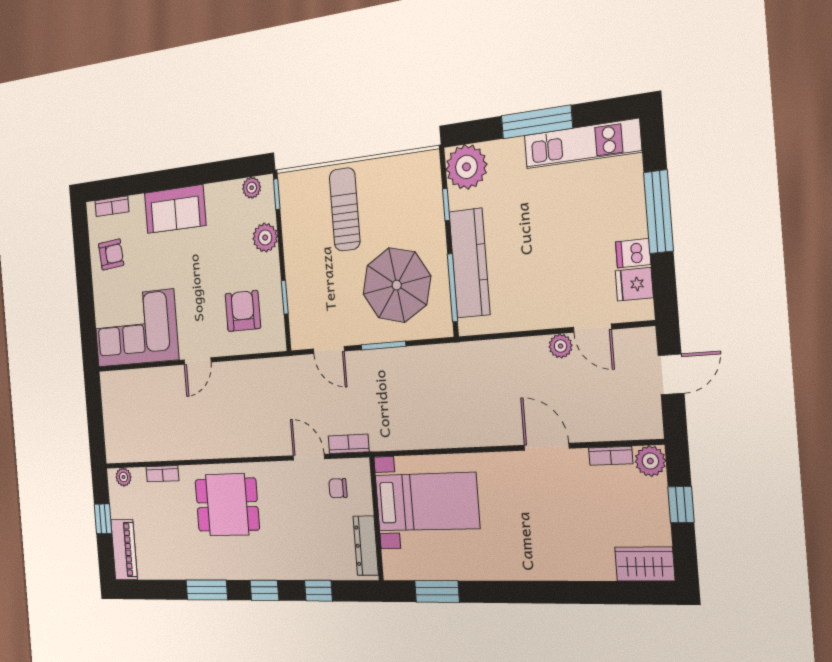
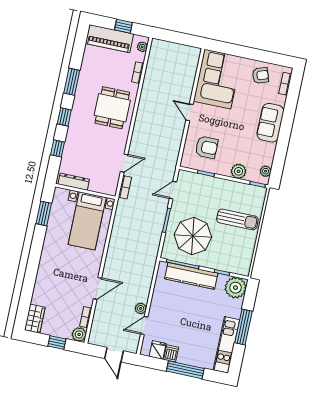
armchair: (111, 254) -> (261, 75), turned -104
chair: (338, 488) -> (105, 175), removed
piano: (124, 550) -> (110, 39), width x1.37, depth x1.33

